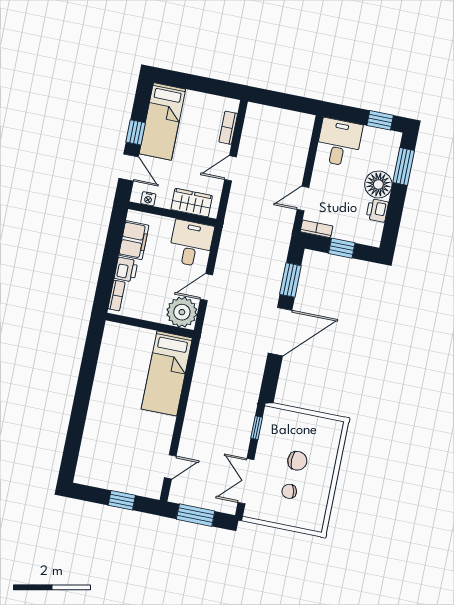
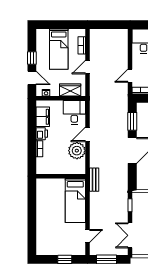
bed: (162, 121) -> (59, 49), moved
wall: (150, 325) -> (61, 176), moved
bench: (202, 370) -> (94, 180), added
bed: (167, 373) -> (75, 201), moved

